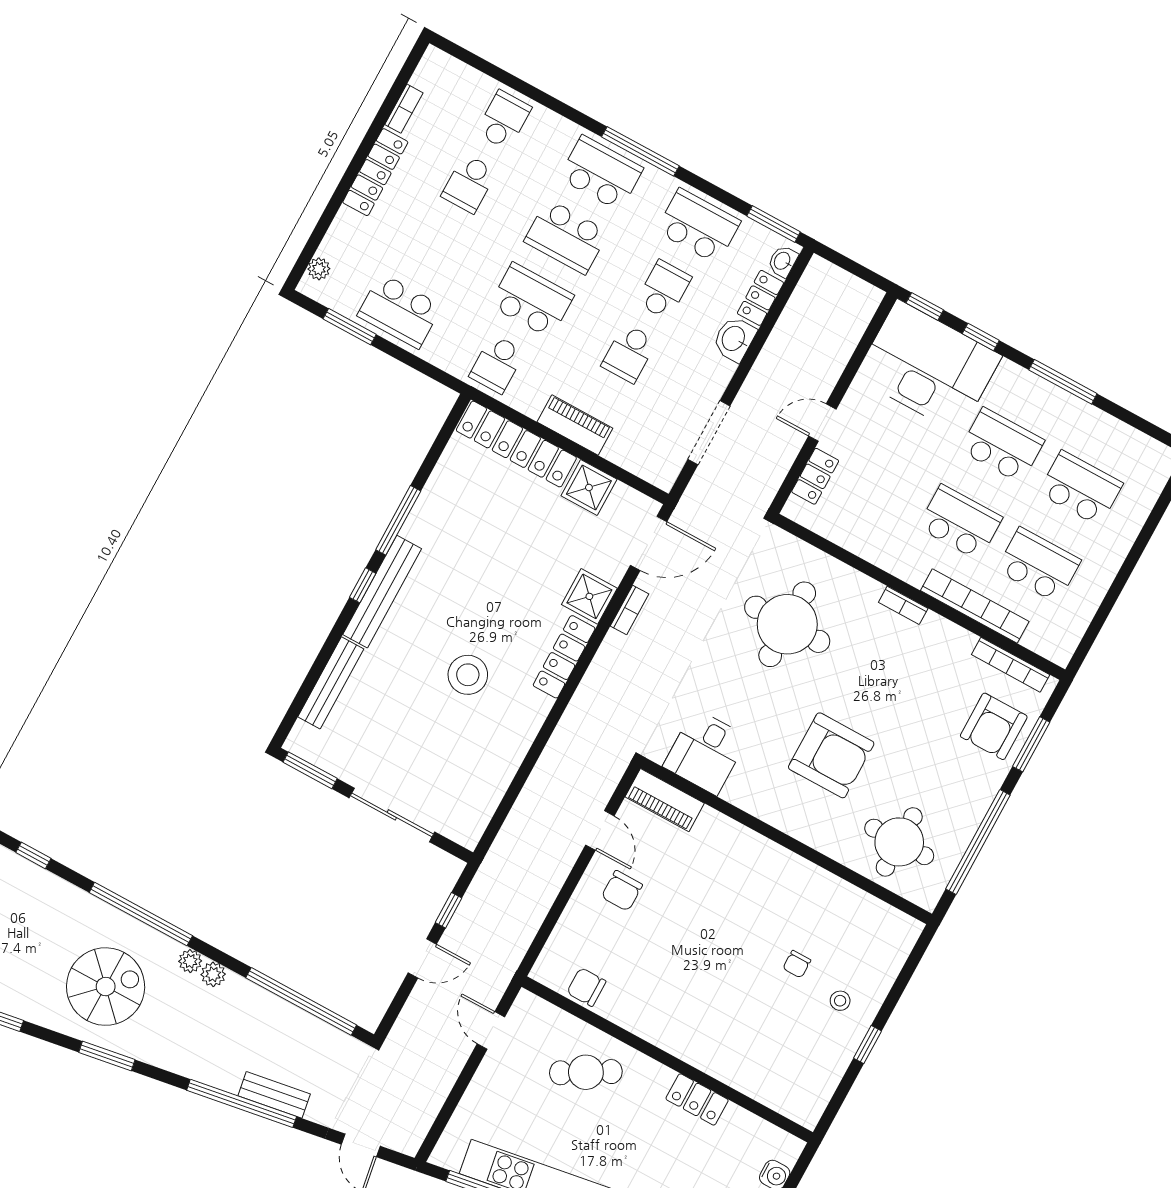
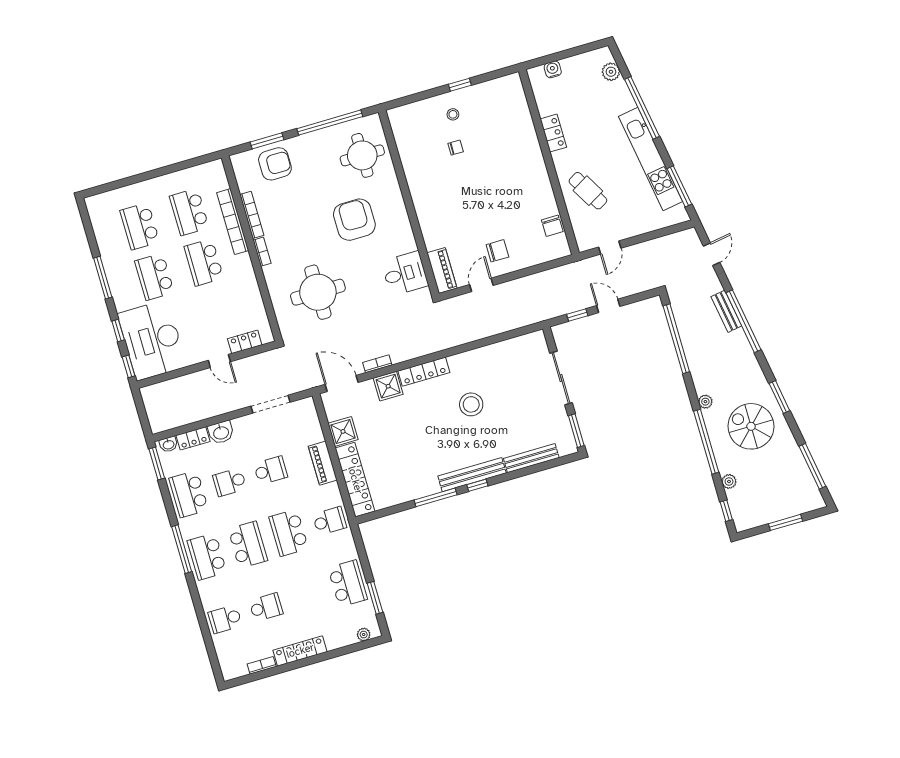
bookcase: (1011, 665) -> (252, 215), moved
plant: (213, 974) -> (729, 481), moved

